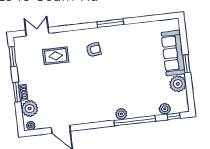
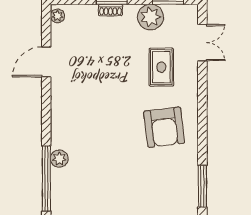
window: (110, 23) -> (202, 186), moved
armchair: (94, 50) -> (164, 127), width x1.88, depth x1.88
plant: (30, 109) -> (150, 17), moved

